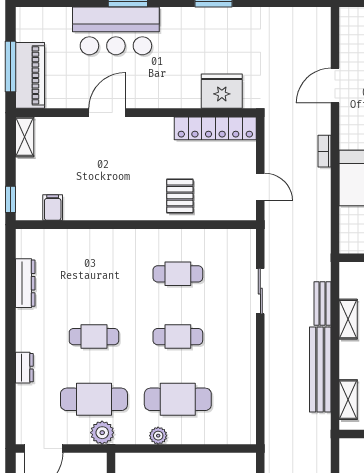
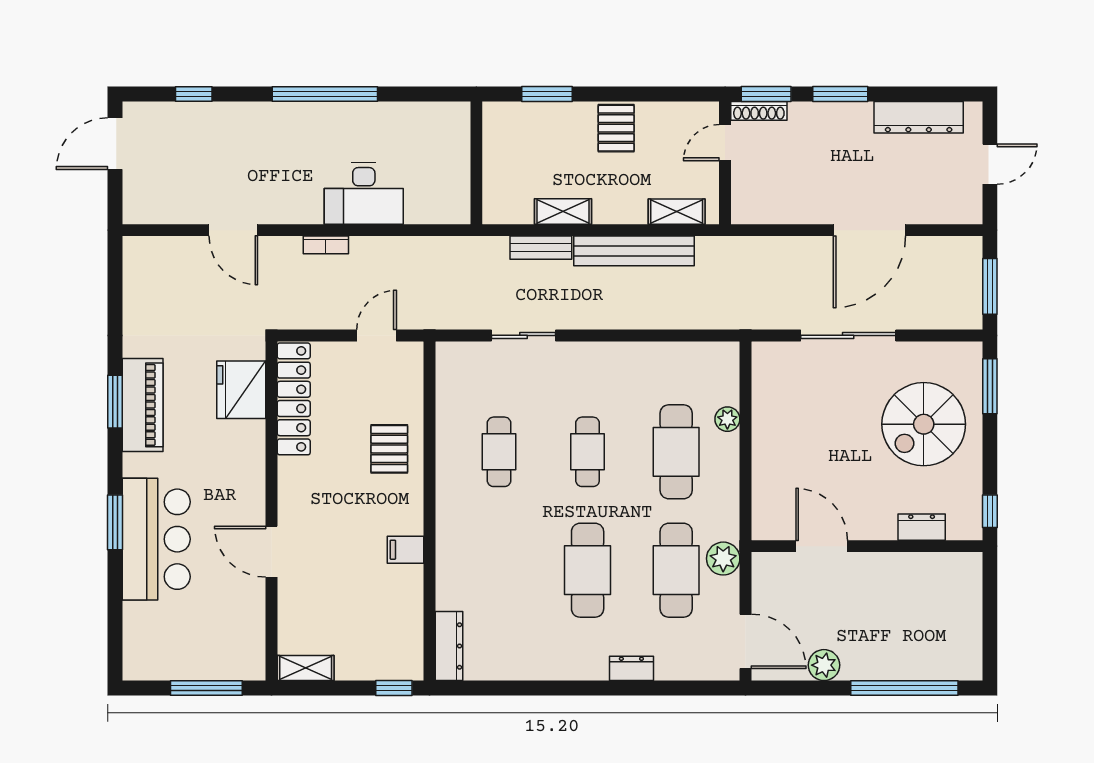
piano: (30, 75) -> (143, 405), moved, turned 90
pallet: (180, 196) -> (389, 449), turned 90
filing cabinet: (53, 208) -> (406, 550), moved
dresser: (25, 283) -> (449, 646), moved, turned 90
cafe table: (94, 337) -> (588, 570), width x1.37, depth x1.35
plant: (158, 436) -> (727, 419), moved

